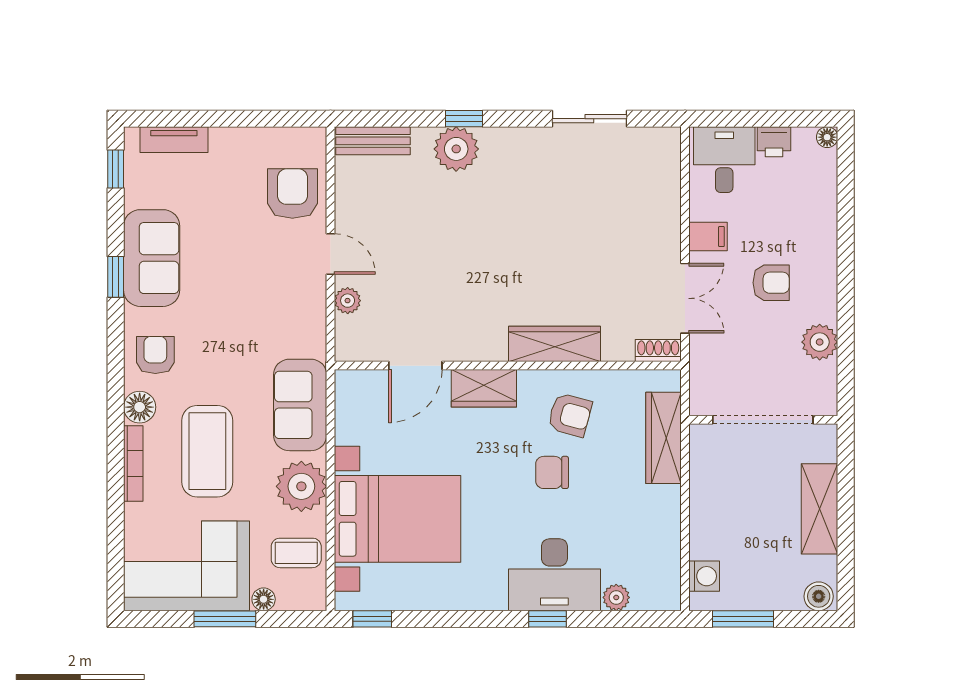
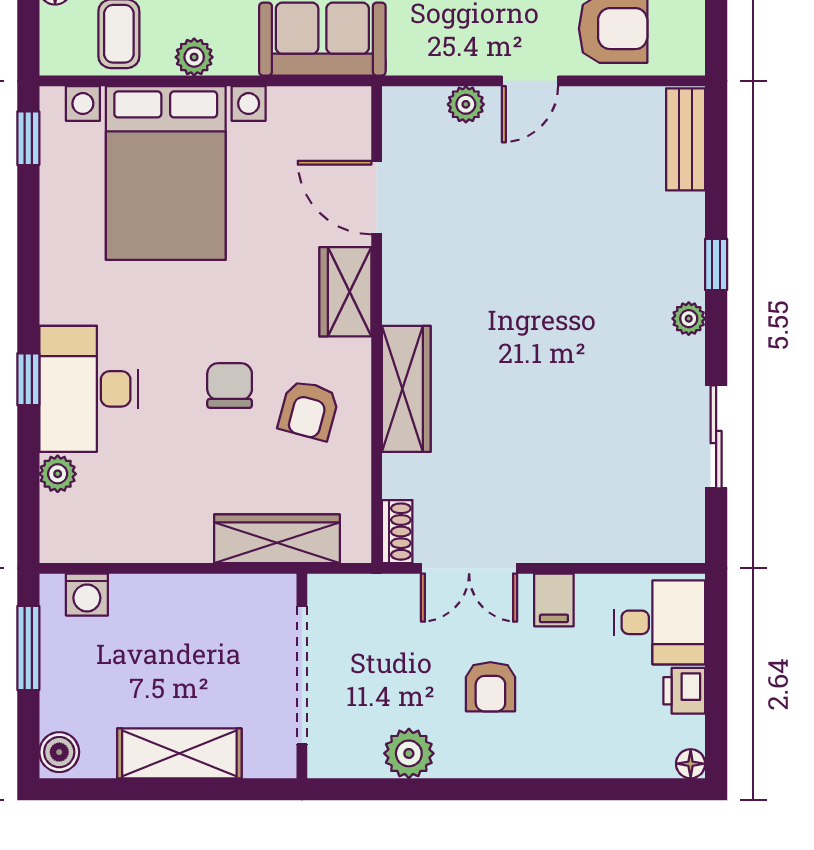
plant: (456, 149) -> (689, 319), moved, width x0.53, depth x0.53
plant: (301, 486) -> (194, 57), width x0.53, depth x0.53

